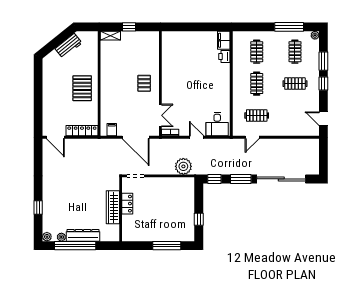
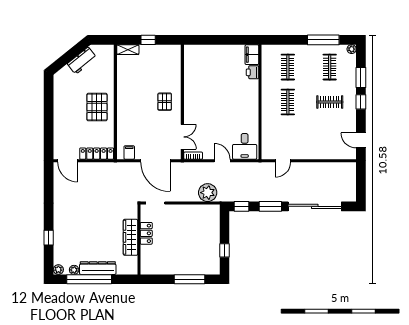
clothes rail: (257, 115) -> (288, 137), removed

